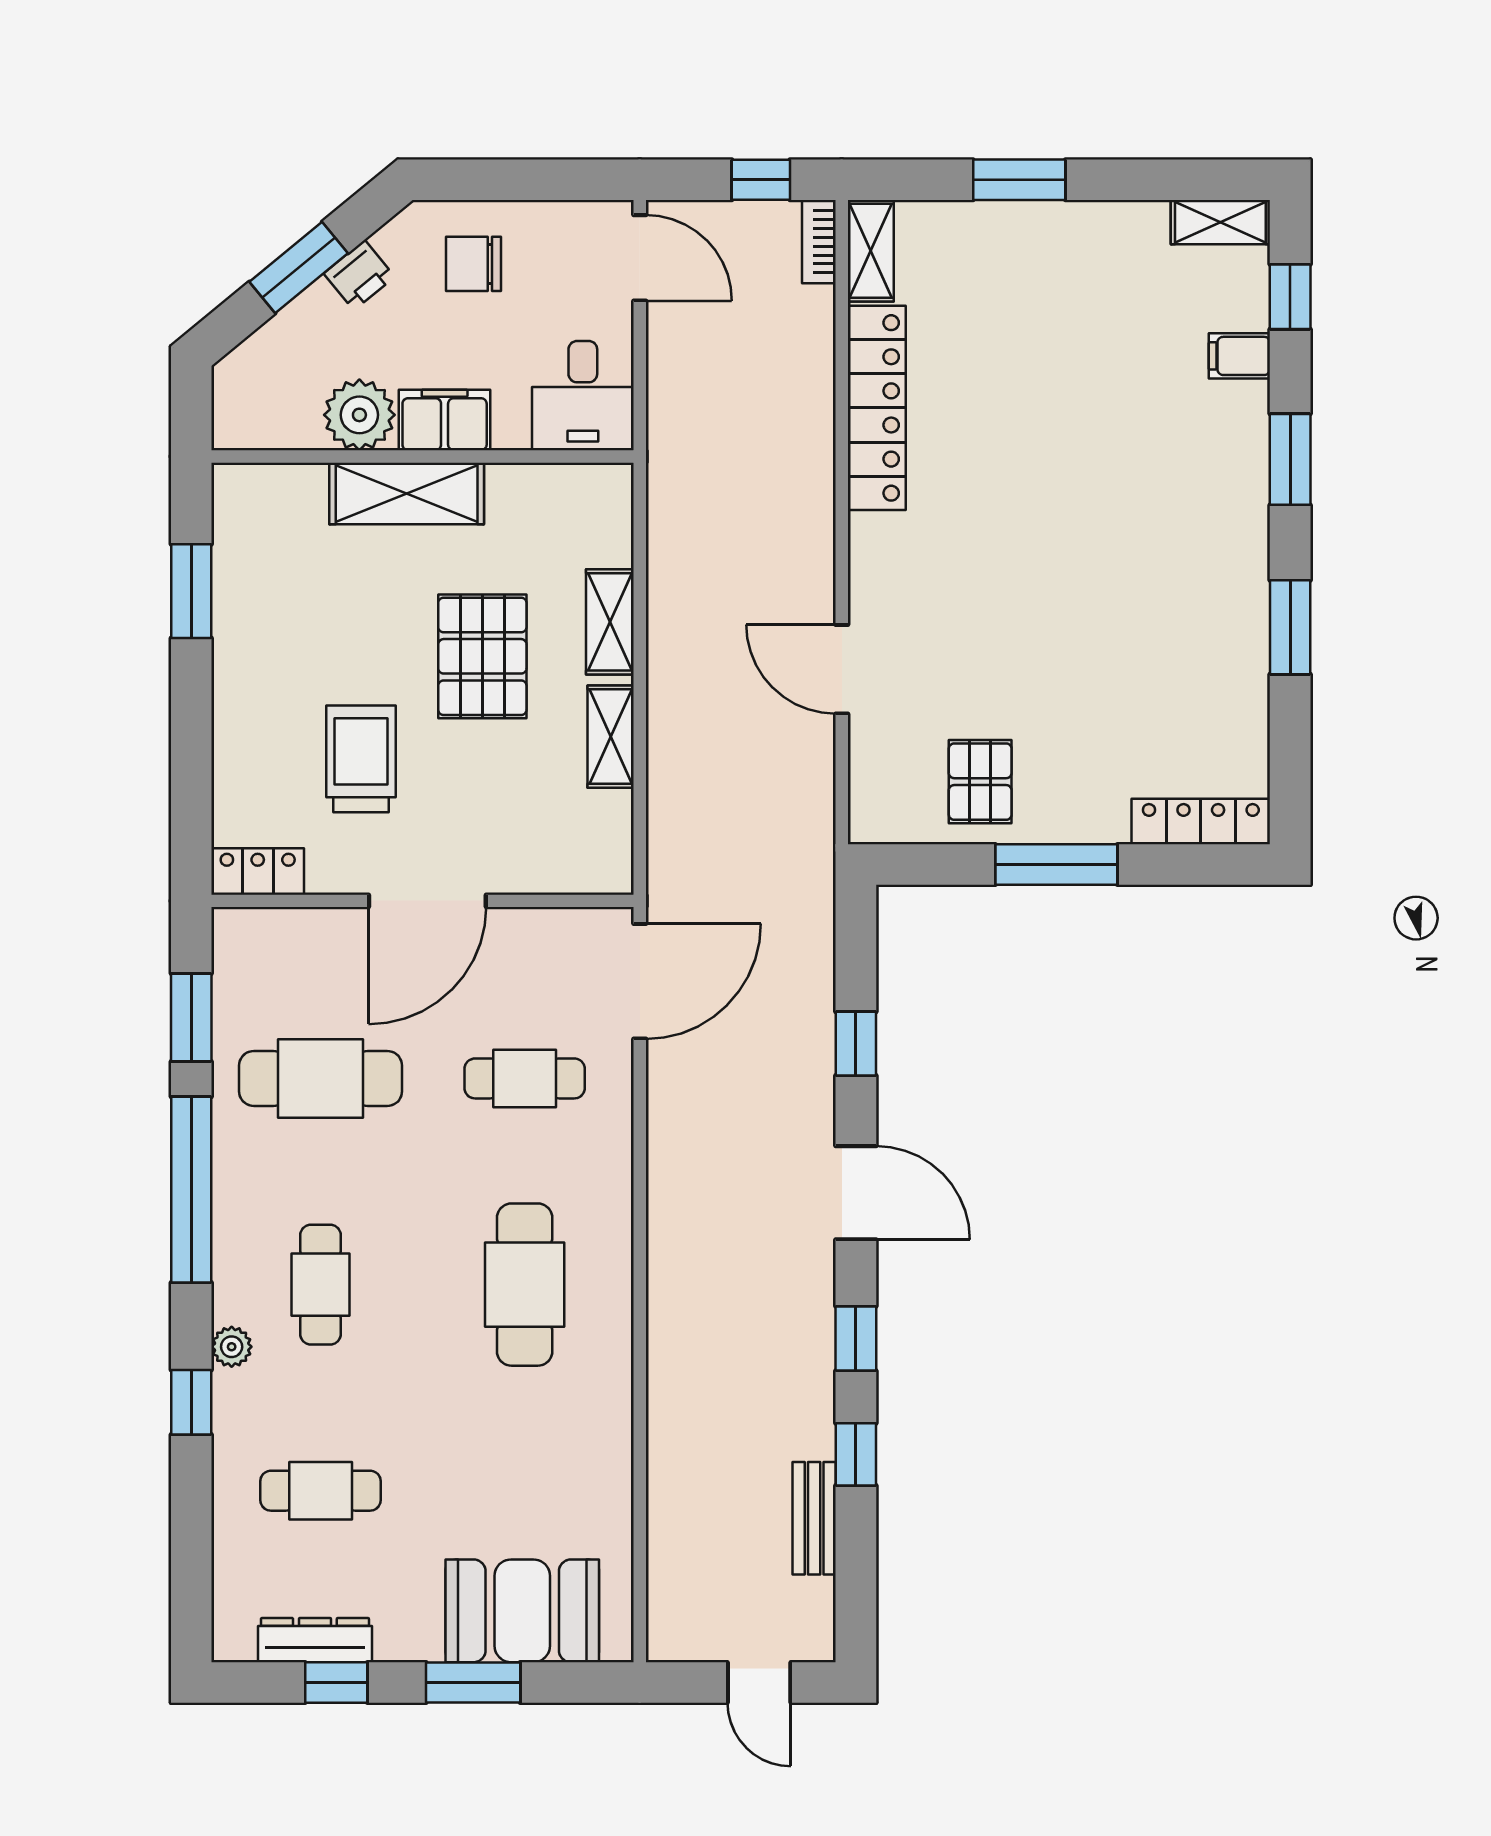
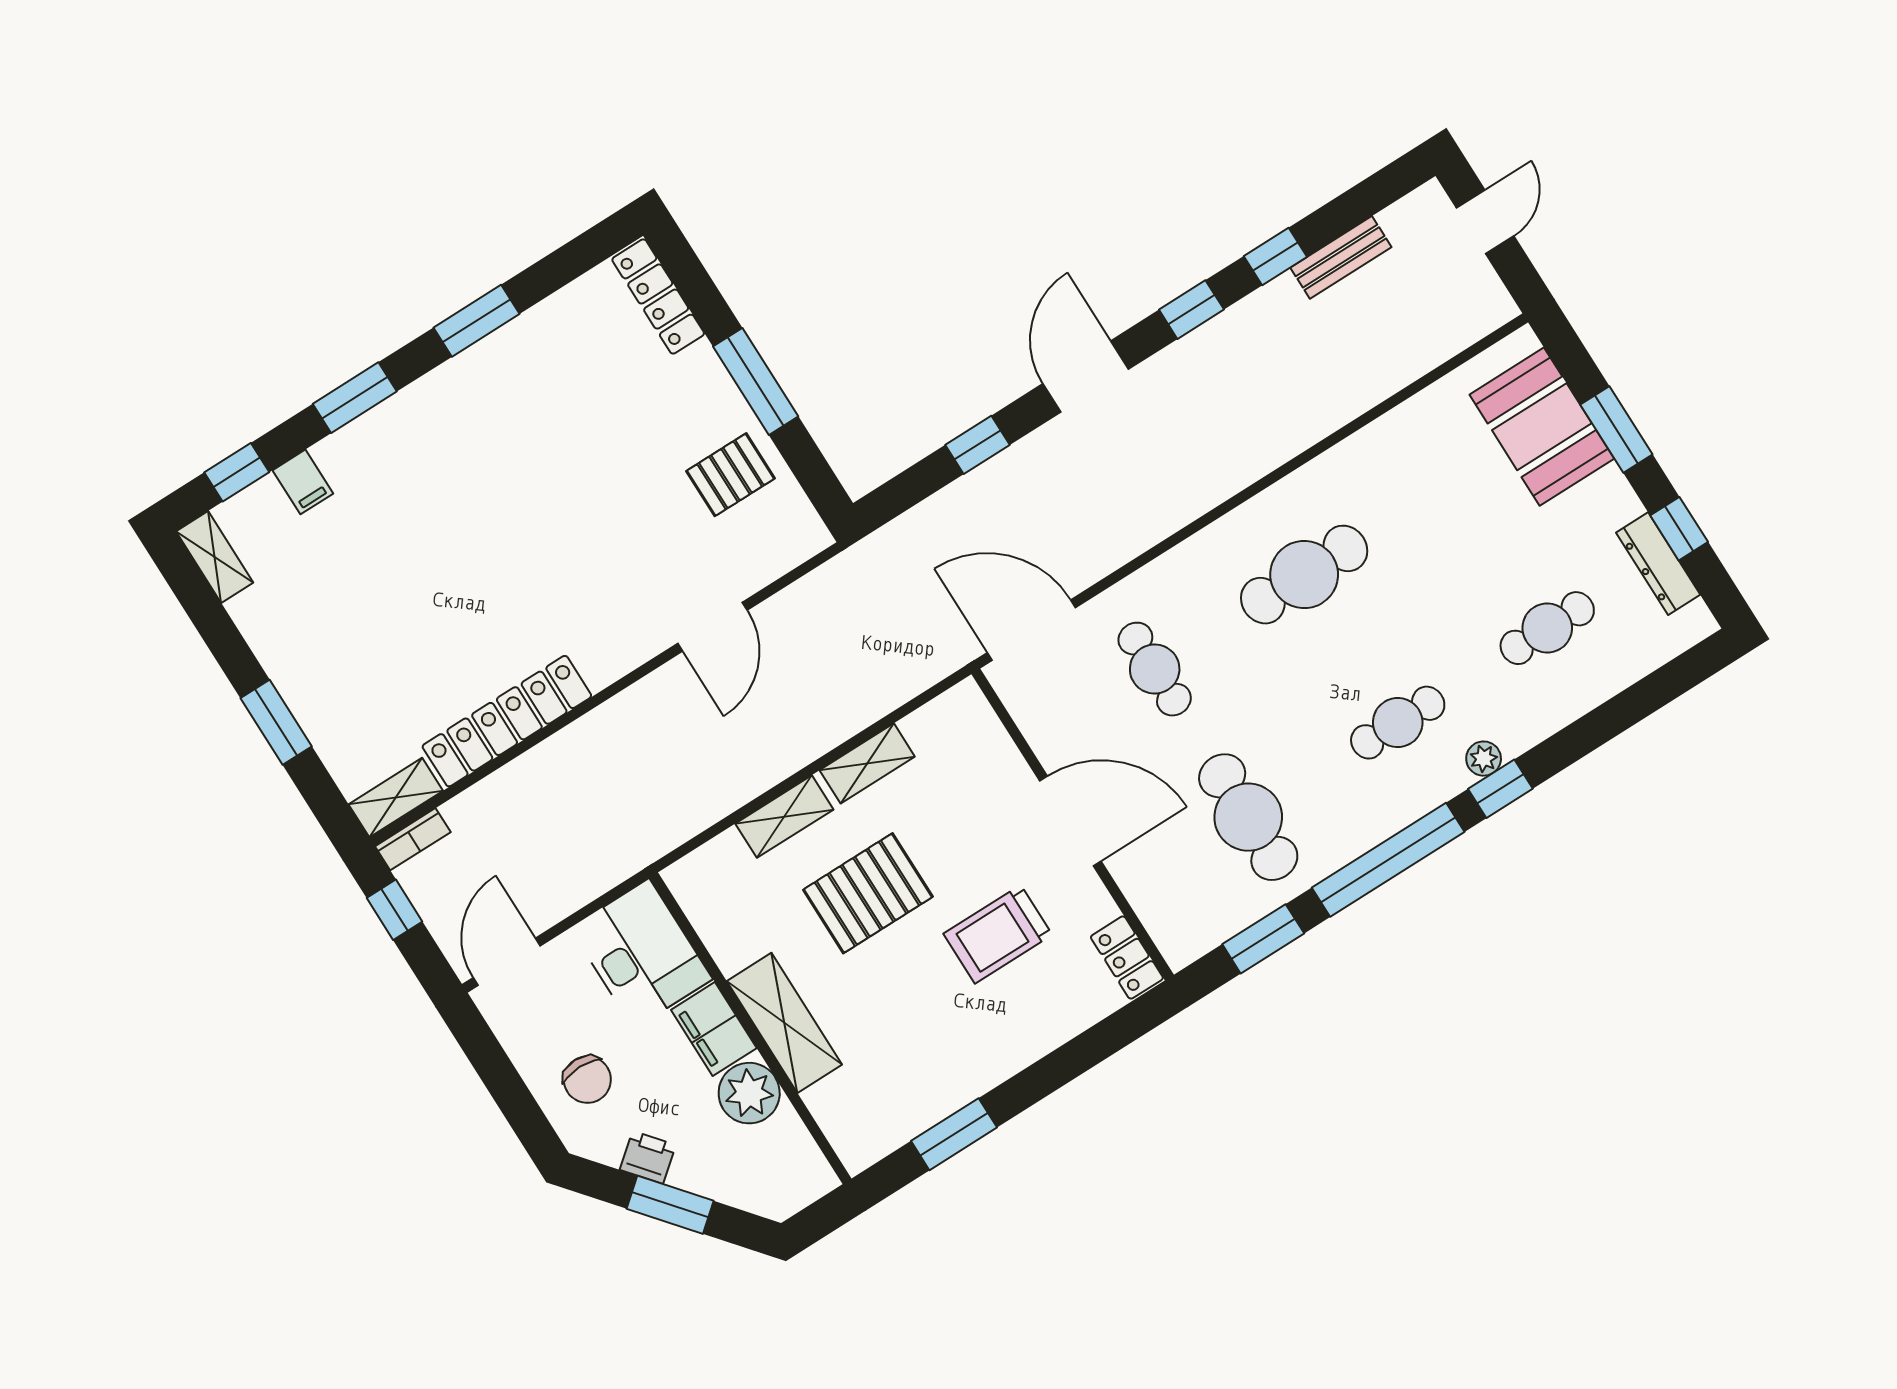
desk: (583, 396) -> (641, 954), width x1.37
window: (191, 1402) -> (1500, 789), moved
cafe table: (321, 1491) -> (1547, 628), turned 90

